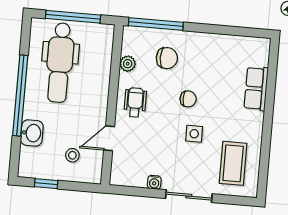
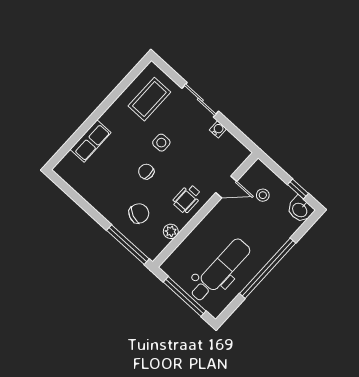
chair: (167, 58) -> (139, 213), turned 113
washbasin: (32, 133) -> (300, 210), moved, turned -90

